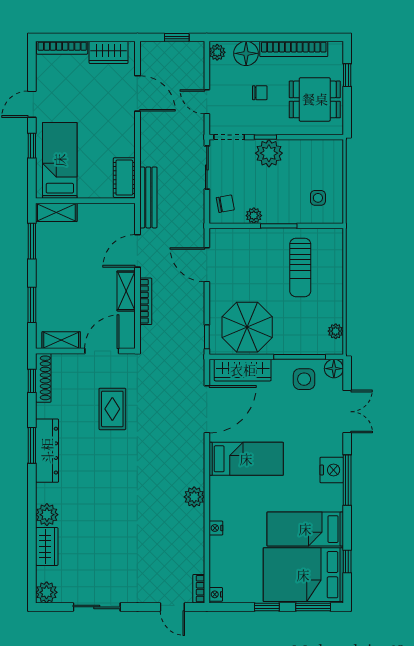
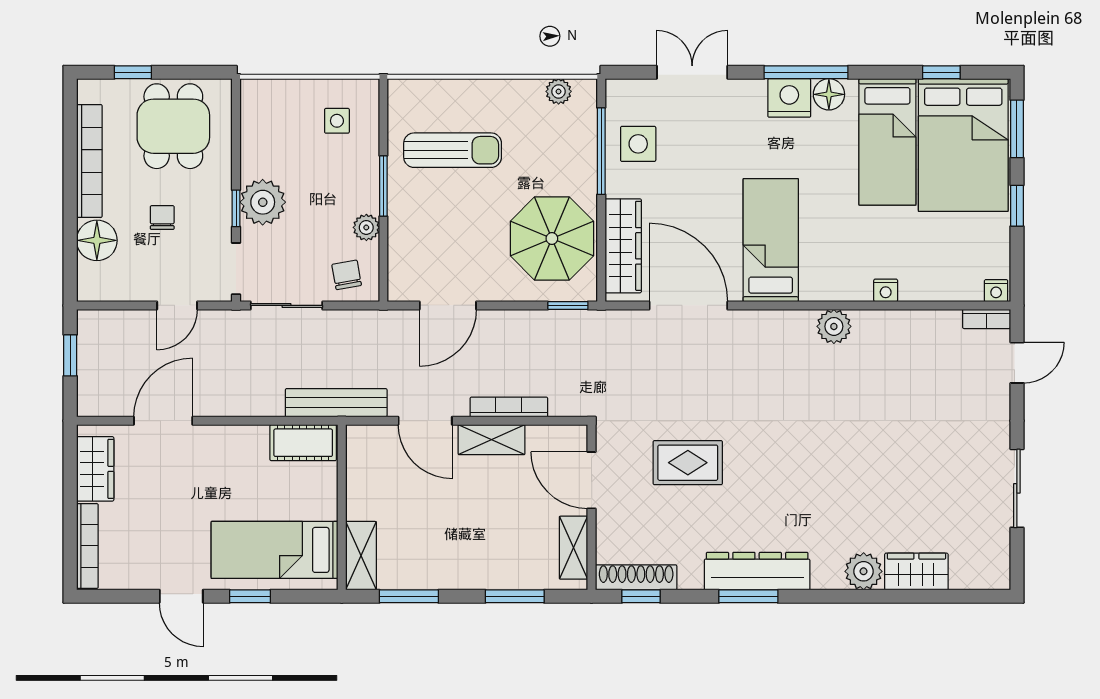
plant: (217, 52) -> (95, 288), removed
floor lamp: (334, 369) -> (829, 94), moved
plant: (47, 592) -> (993, 572), removed

